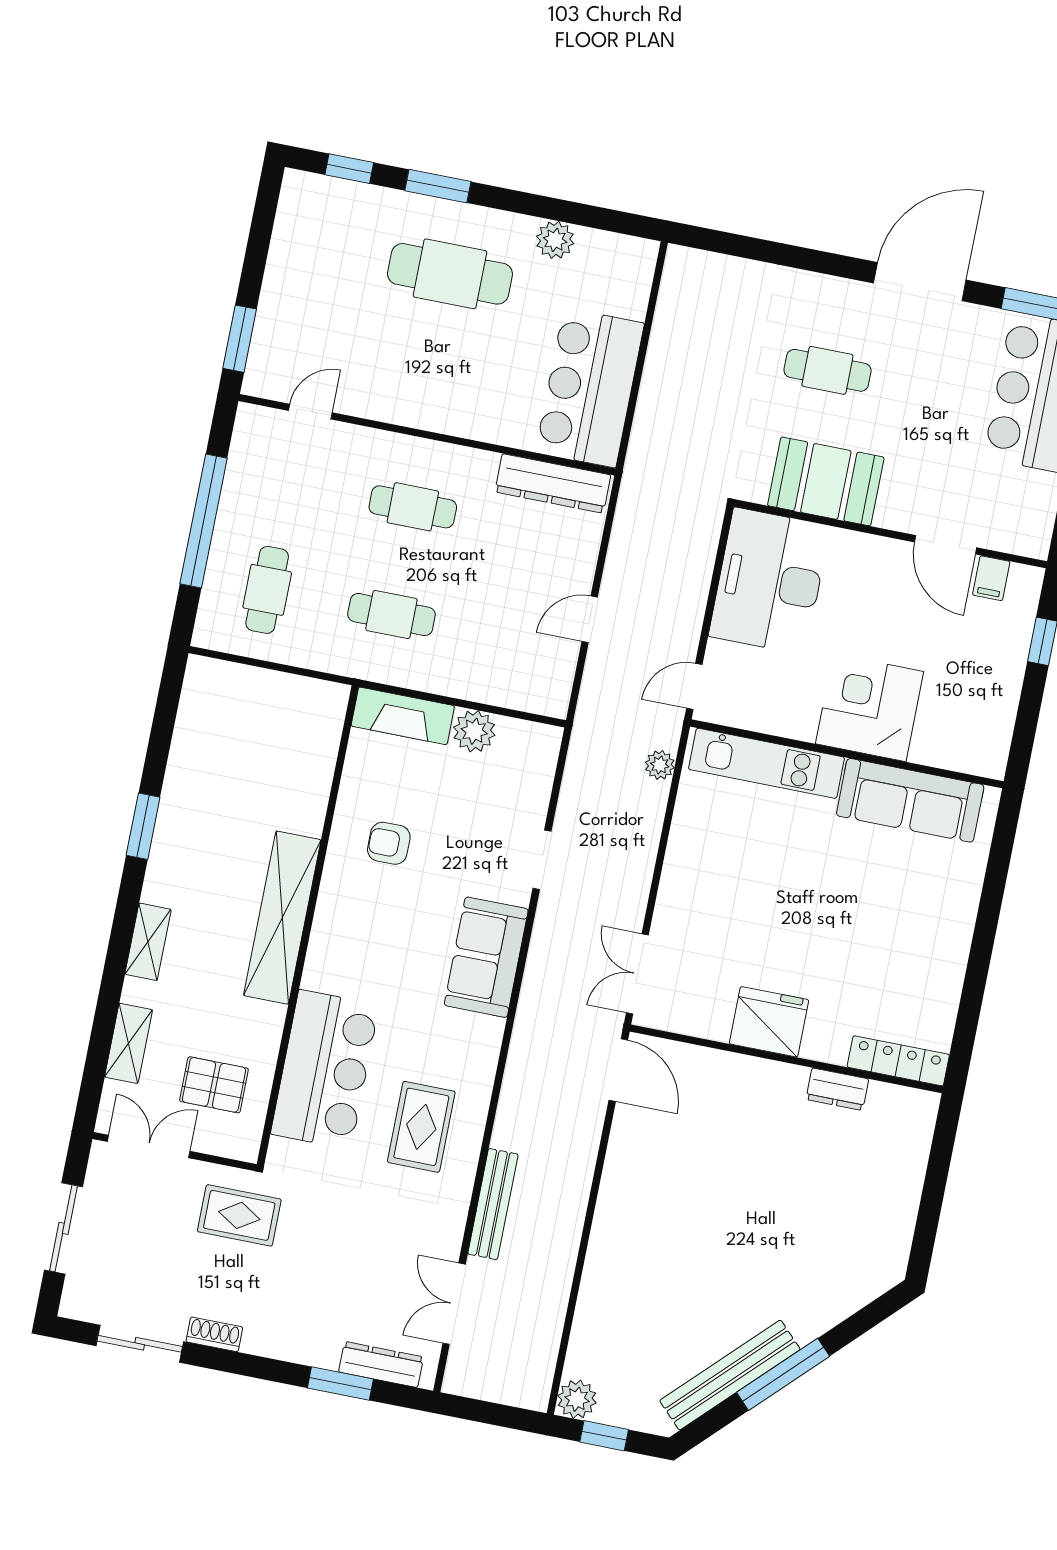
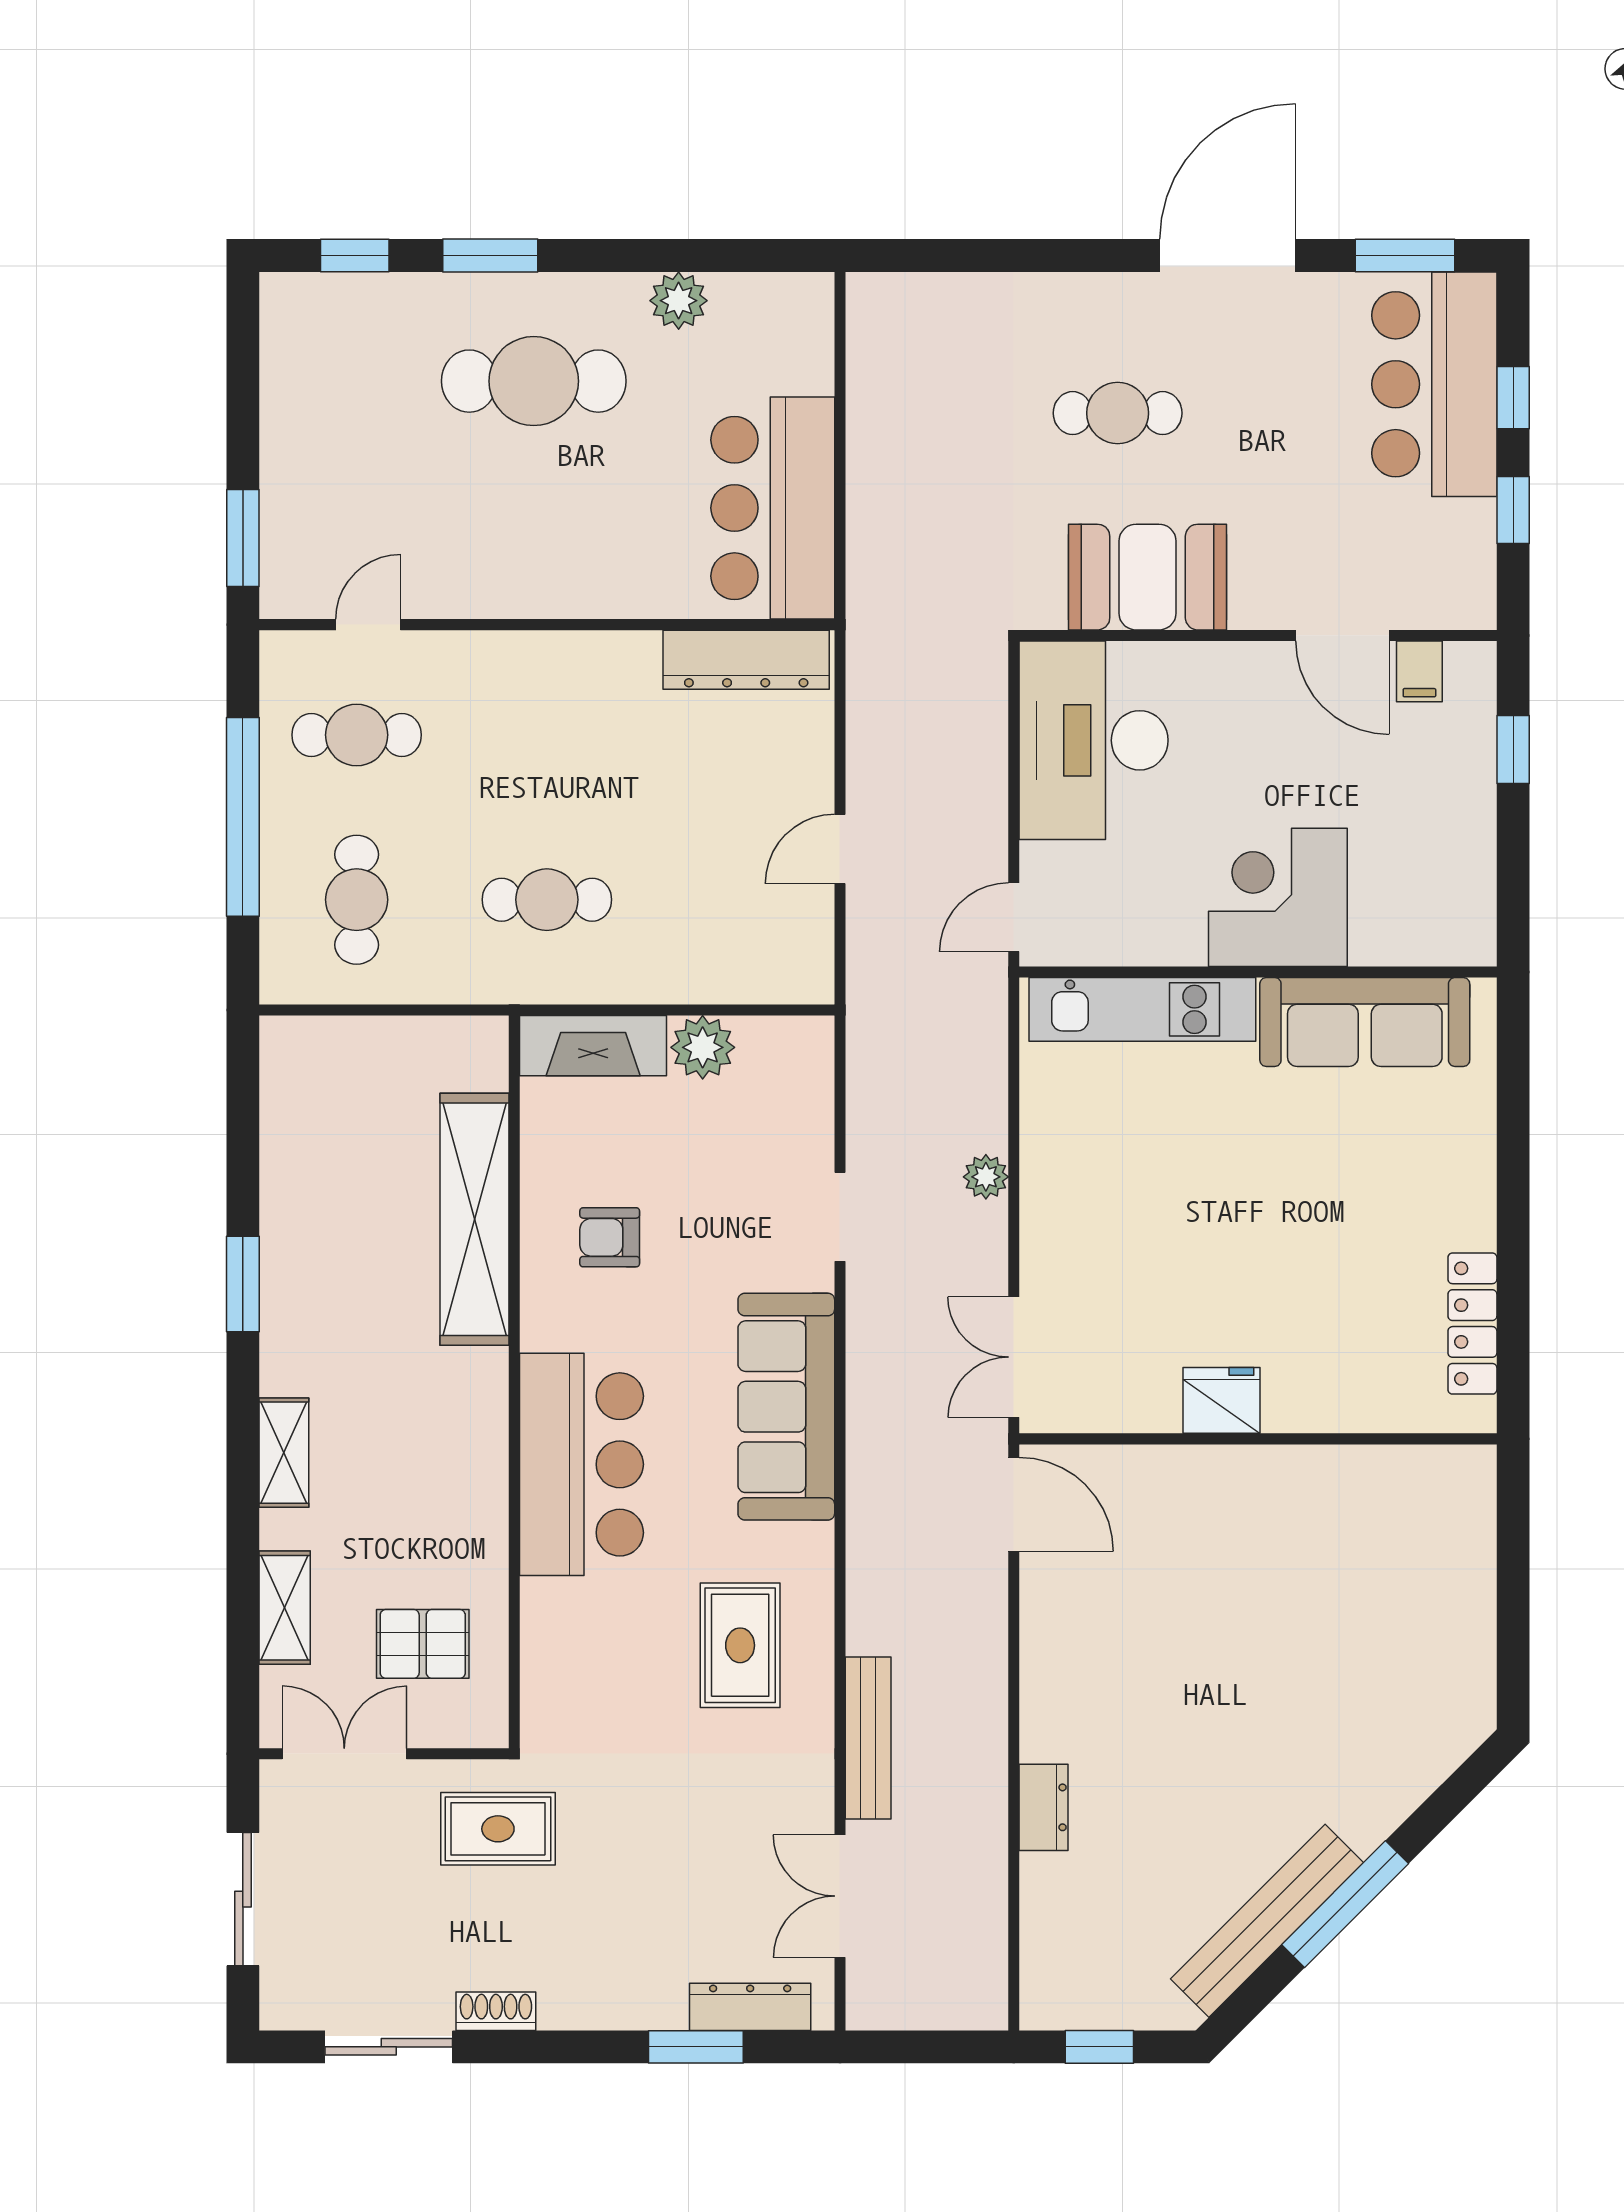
cafe table: (413, 507) -> (357, 735), moved
plant: (660, 765) -> (986, 1177), moved
shelving: (282, 918) -> (474, 1219), moved
sofa: (486, 957) -> (786, 1407), width x1.36
fridge: (769, 1022) -> (1221, 1400), width x0.73, depth x0.75
locker: (898, 1061) -> (1472, 1324), moved, turned -90
bar counter: (325, 1069) -> (582, 1464), moved
dresser: (837, 1089) -> (1043, 1807), moved, turned -90
plant: (577, 1399) -> (1049, 2001), removed

